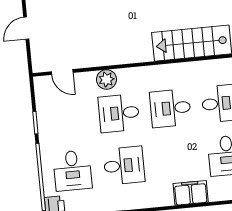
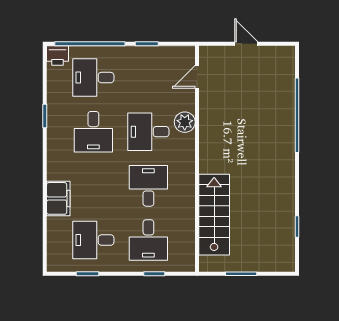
desk: (119, 113) -> (148, 132), turned -90

